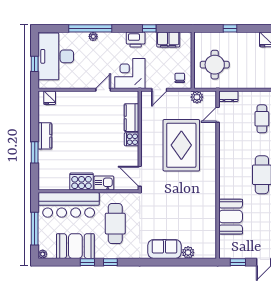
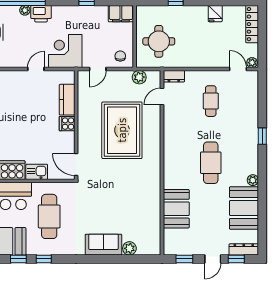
filing cabinet: (168, 39) -> (121, 14), moved
printer: (136, 40) -> (41, 14), moved

